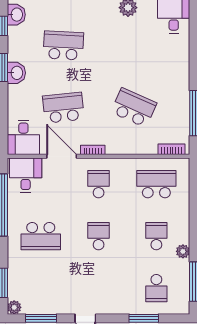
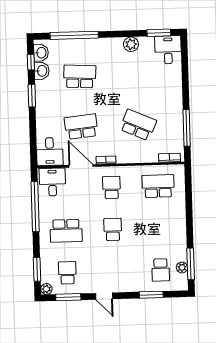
washbasin: (16, 73) -> (42, 71), moved
school desk: (156, 236) -> (67, 273), moved
plant: (183, 251) -> (182, 268), moved

